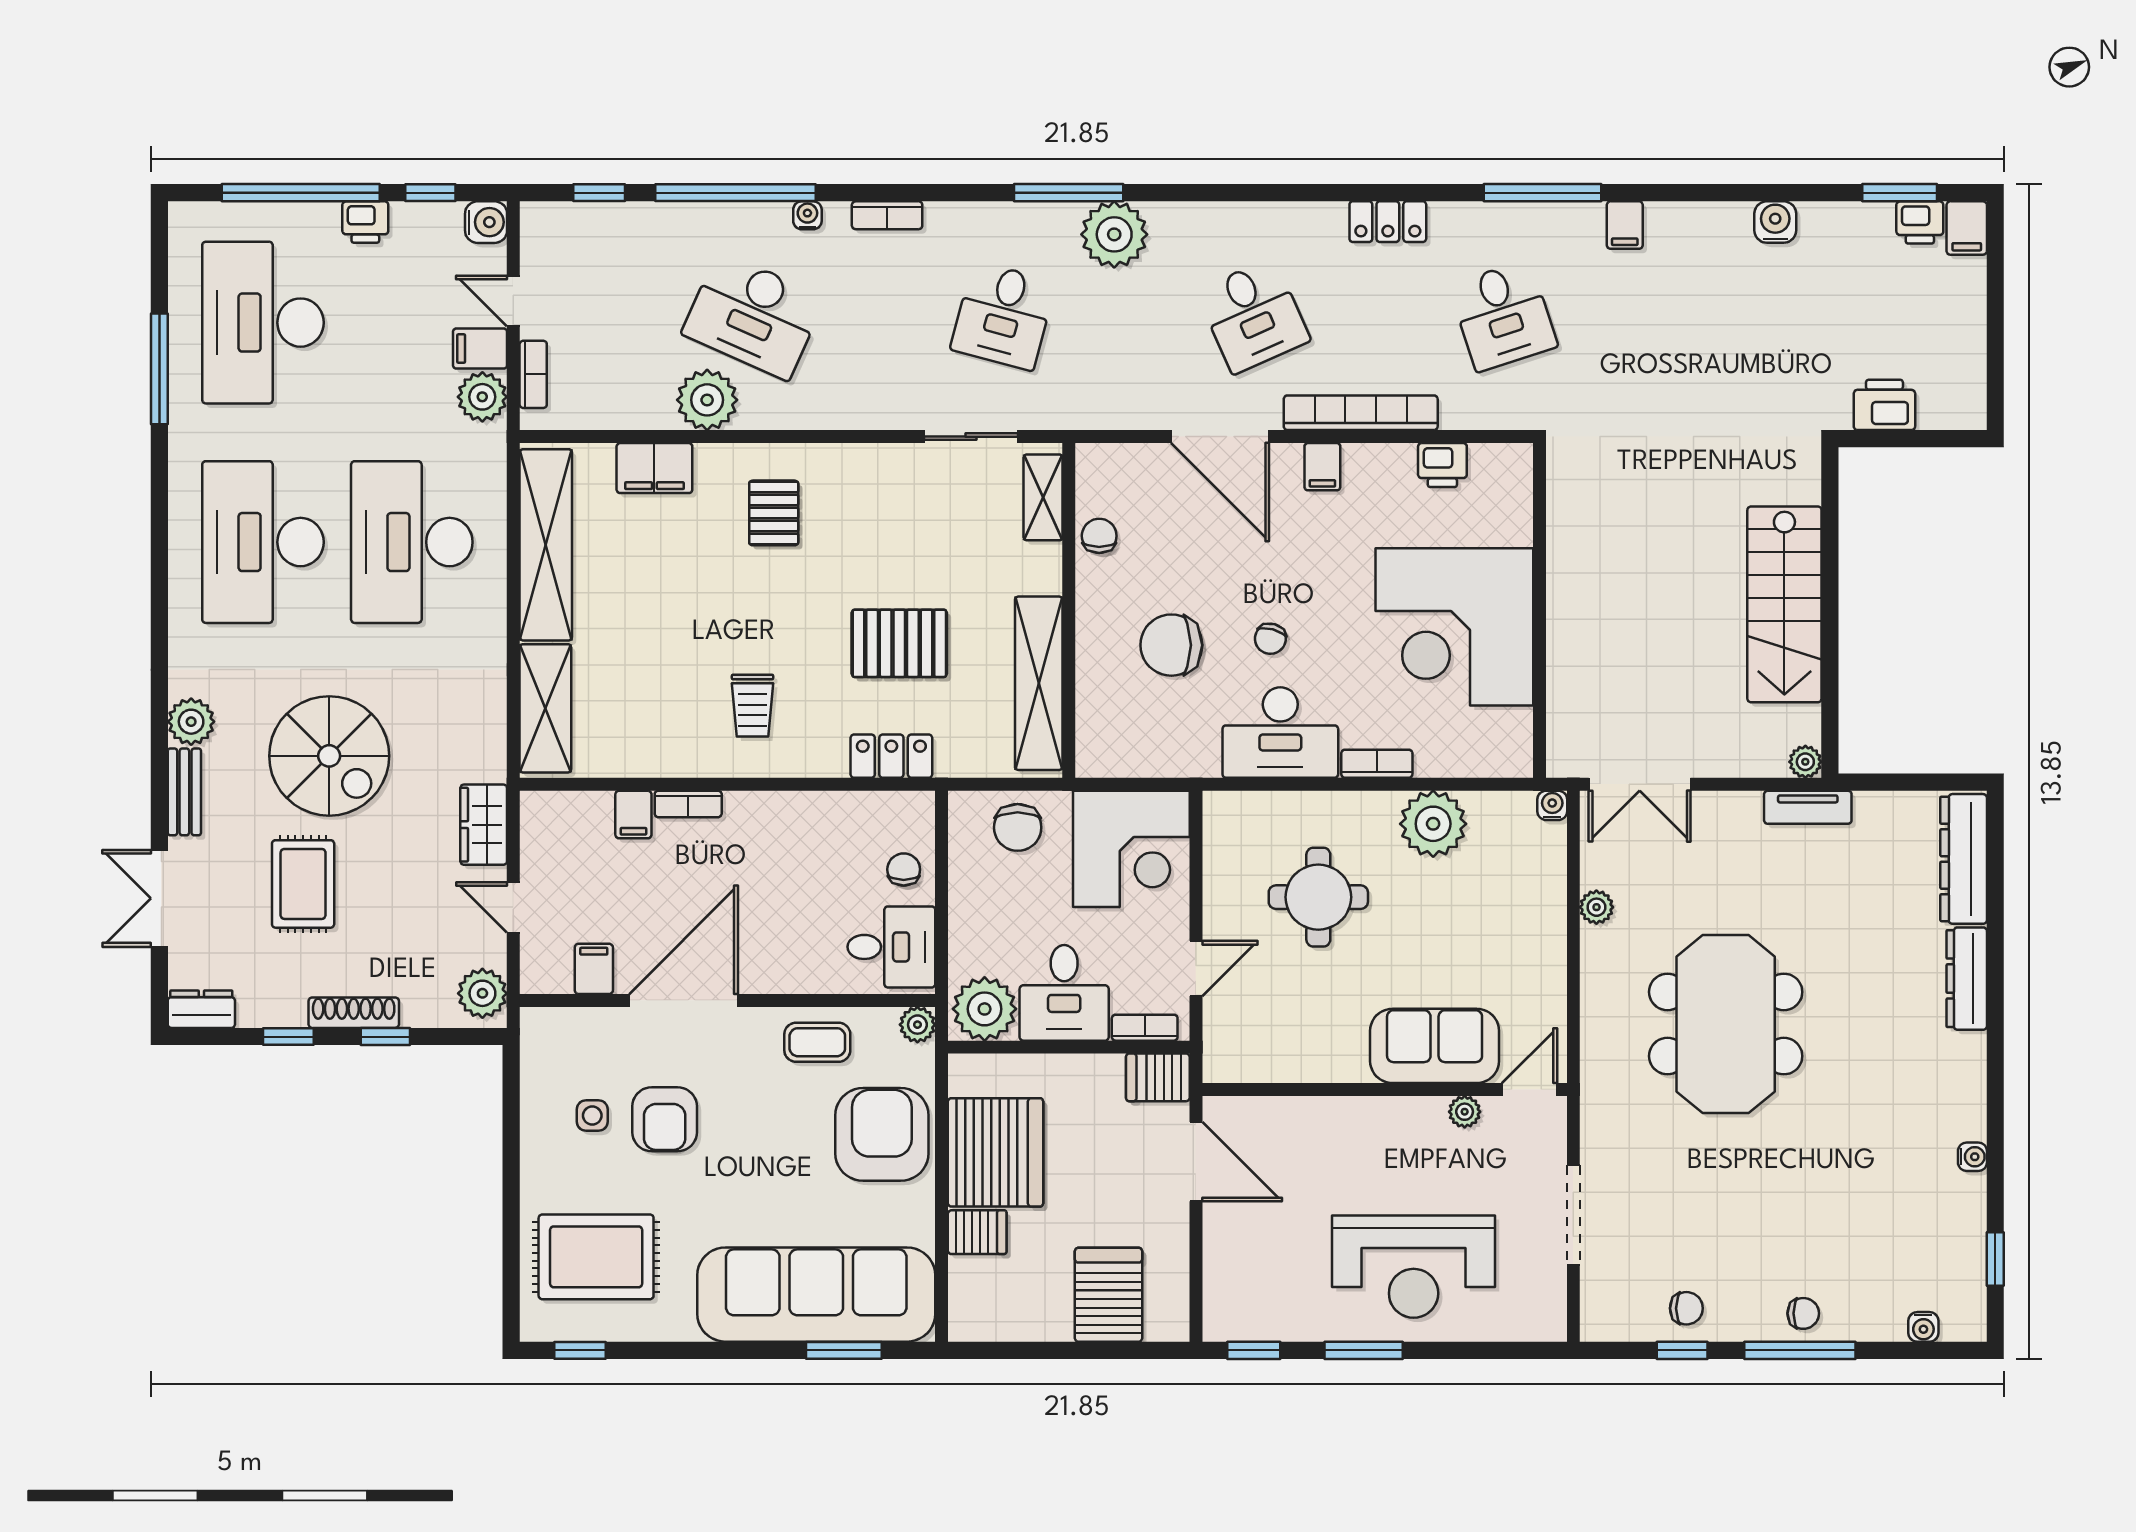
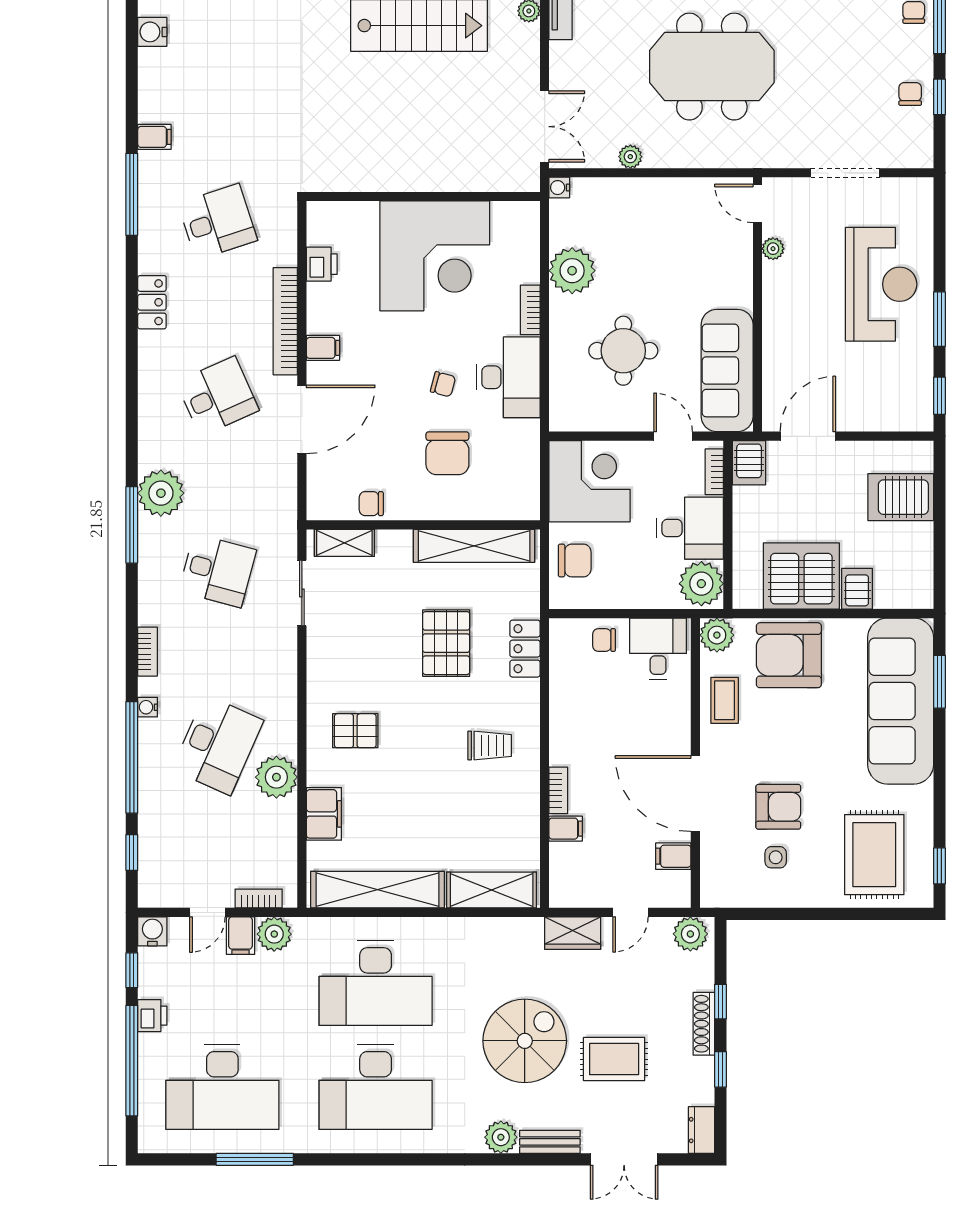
plant: (917, 1025) -> (717, 635), width x1.38, depth x1.38
sofa: (1435, 1046) -> (727, 370), moved, width x1.36

